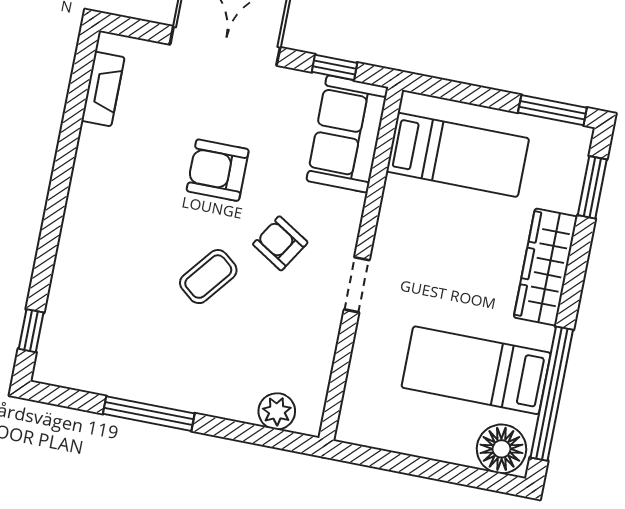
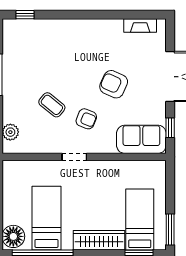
bed: (458, 155) -> (140, 219), moved, turned 180
armchair: (218, 170) -> (114, 84), turned -66
armchair: (280, 243) -> (86, 119), turned 80
coffee table: (208, 277) -> (52, 105), moved

